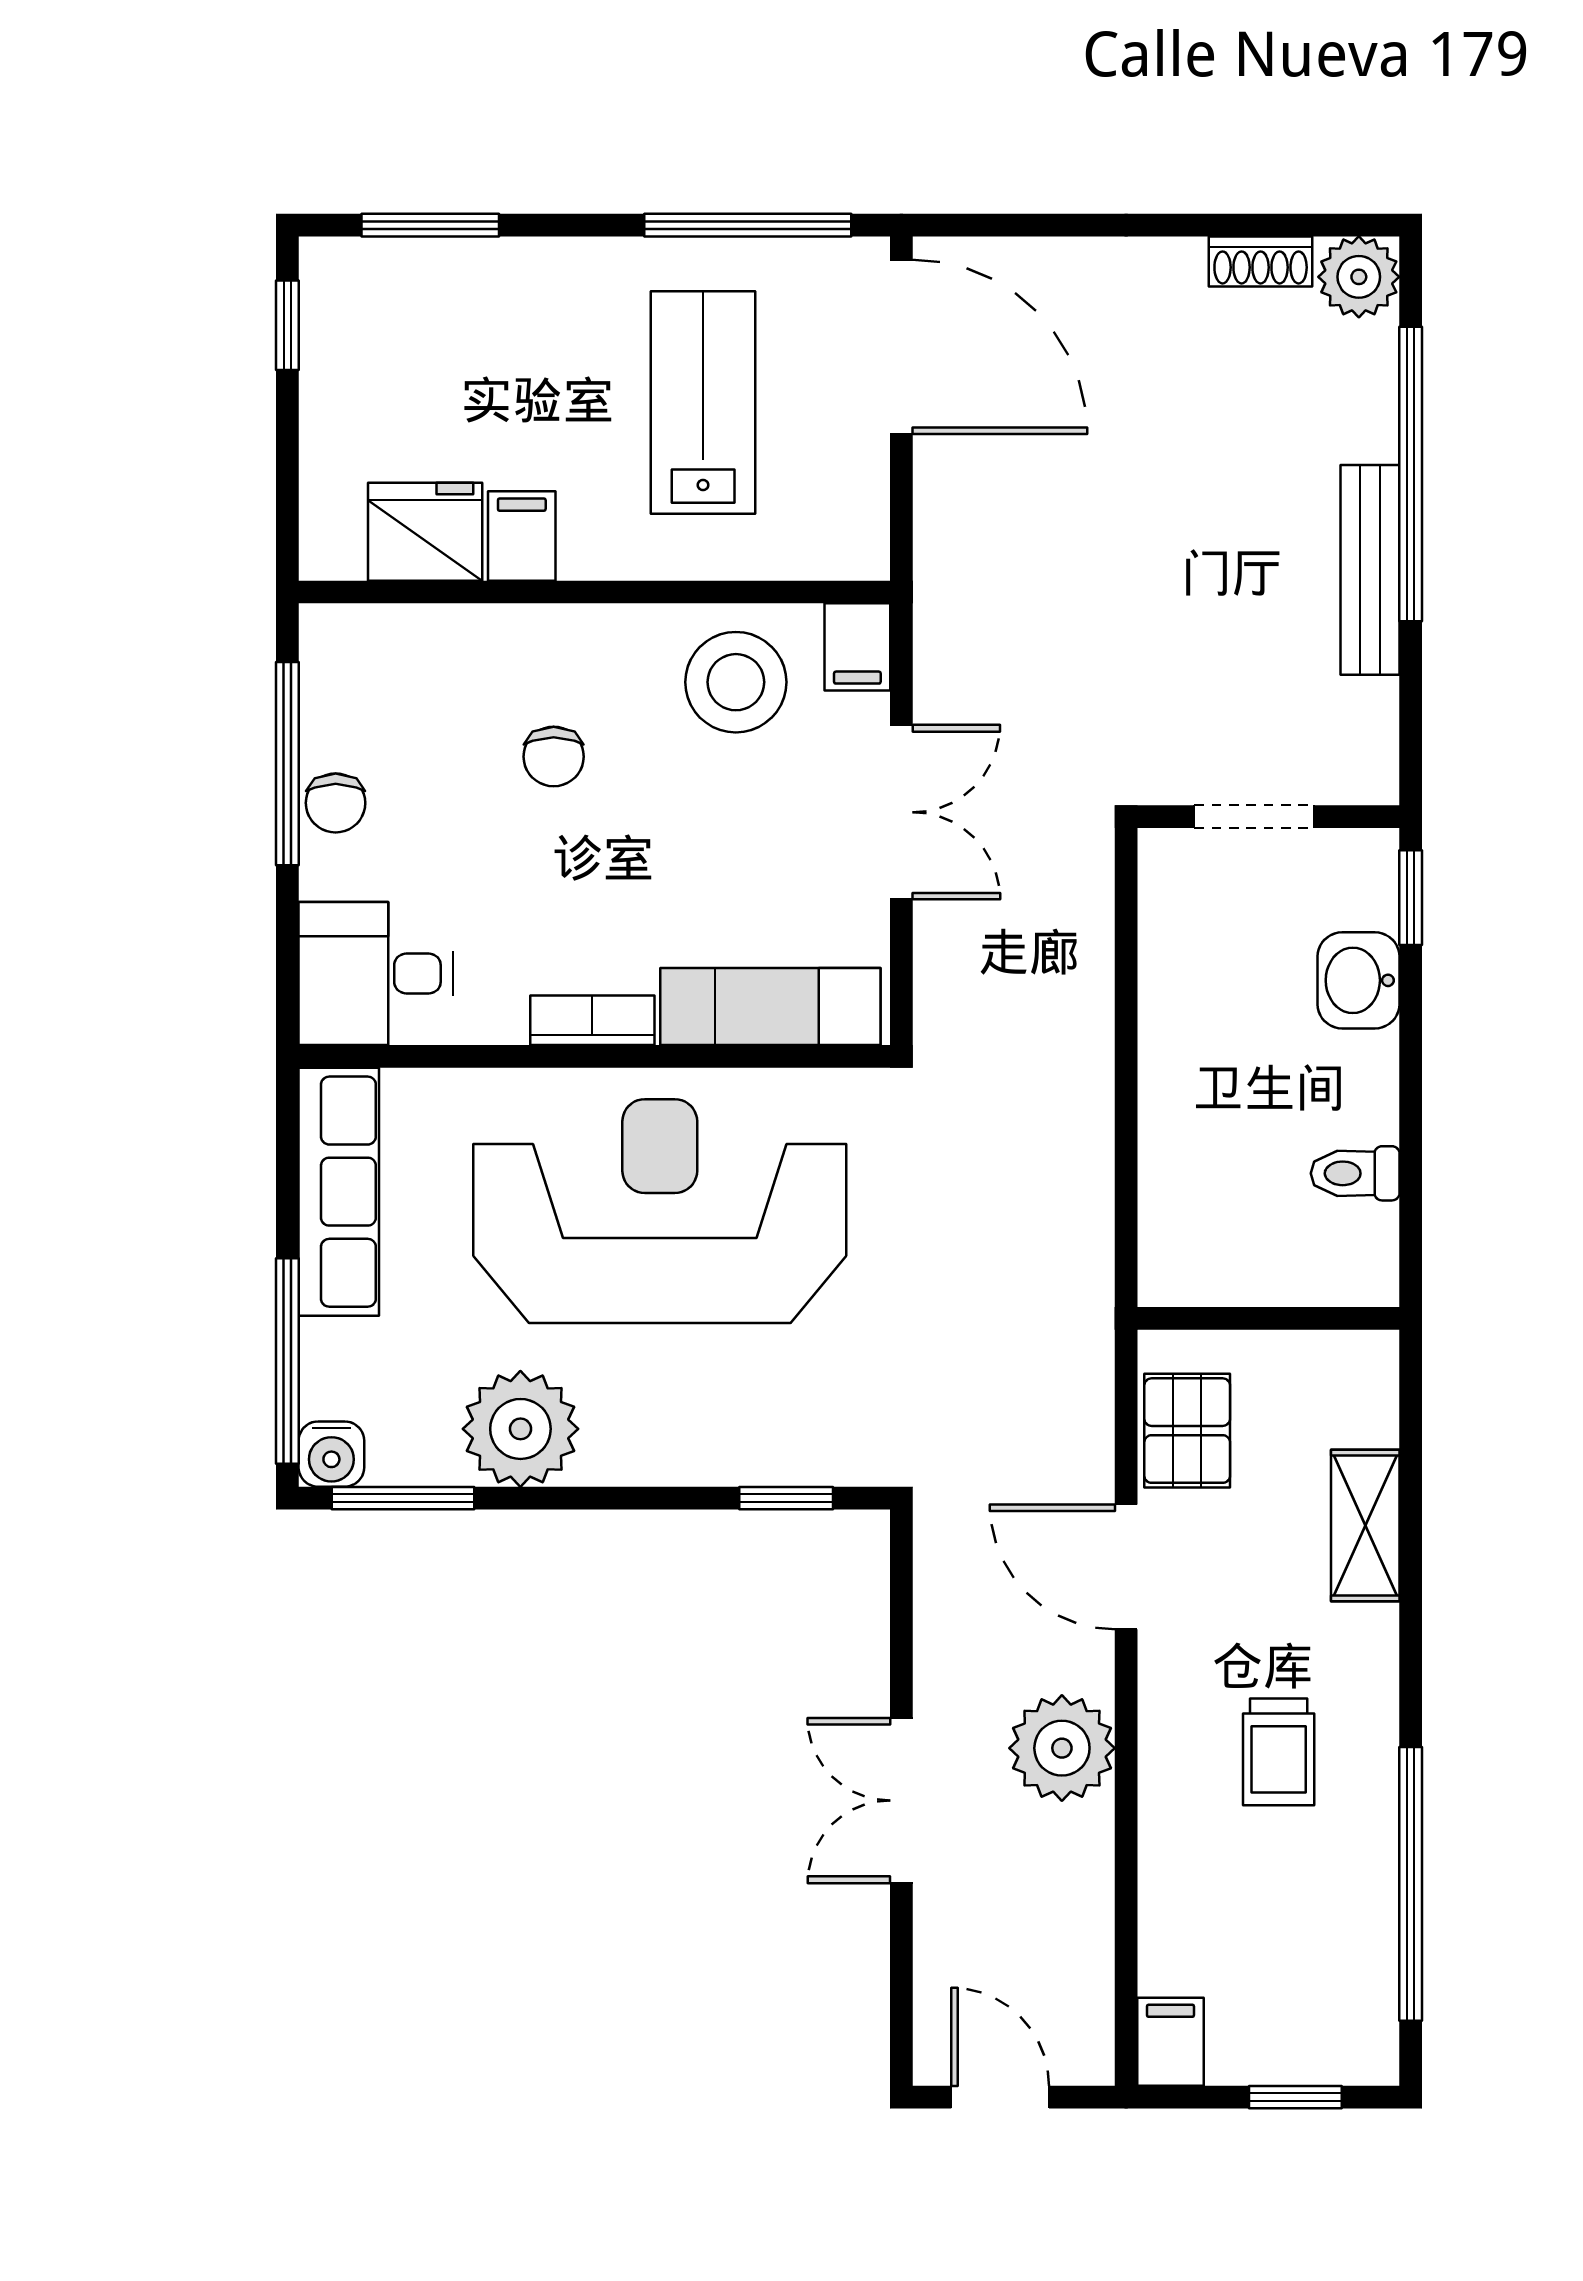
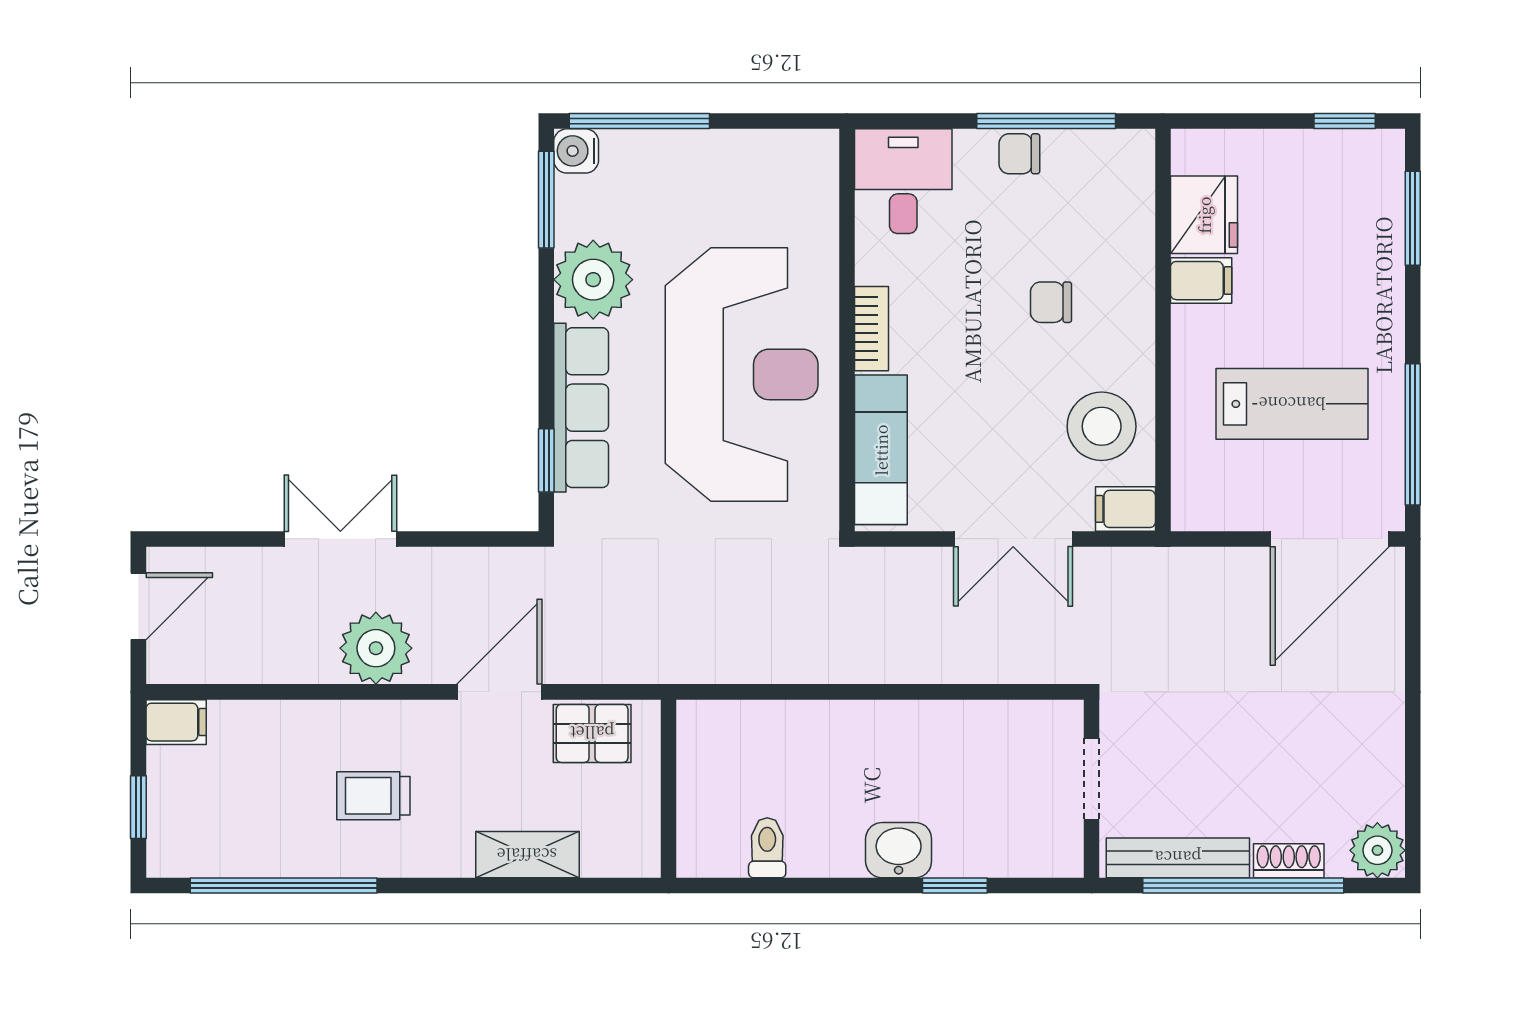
shoe rack: (1261, 261) -> (1289, 861), moved, turned 90
doorway: (1254, 817) -> (1092, 779), moved
wall: (1268, 817) -> (1092, 789), moved
row of seats: (339, 1192) -> (581, 408), moved, turned -90

